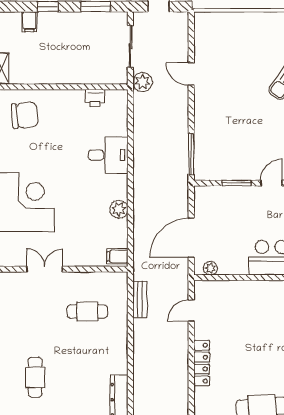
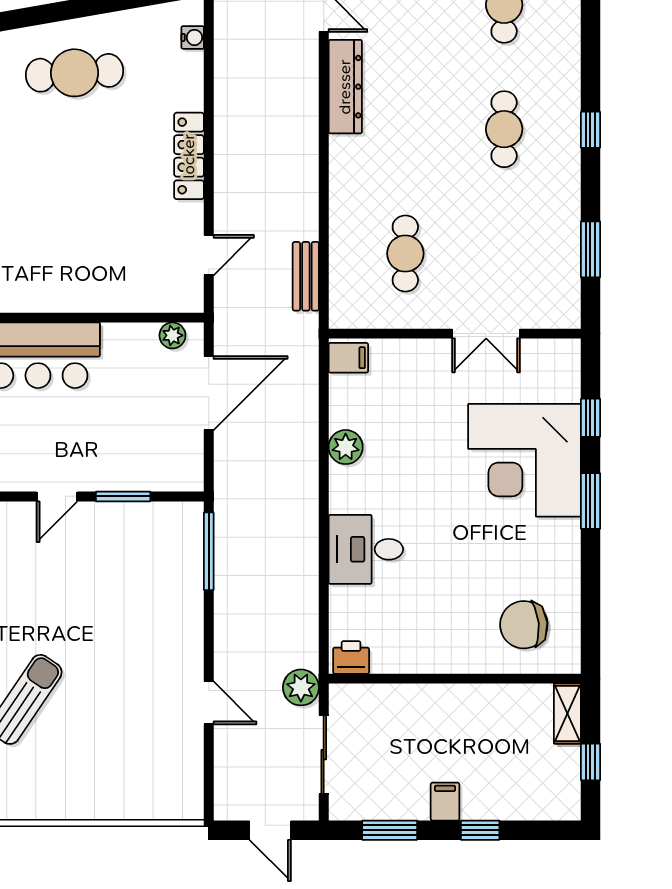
filing cabinet: (29, 22) -> (445, 802), moved
printer: (95, 98) -> (351, 657), moved
cafe table: (87, 312) -> (405, 254), turned 90

